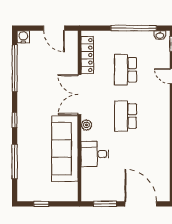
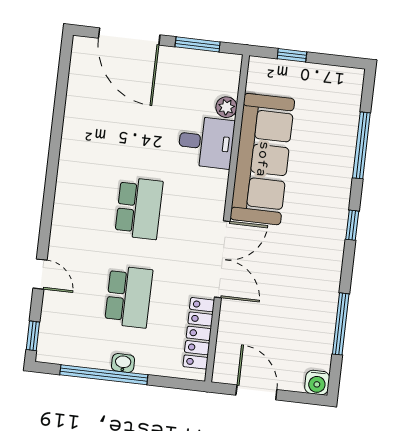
washbasin: (160, 35) -> (123, 363), moved
window: (15, 68) -> (341, 324), width x0.68
plant: (86, 125) -> (226, 107), moved
window: (41, 204) -> (292, 55), moved

